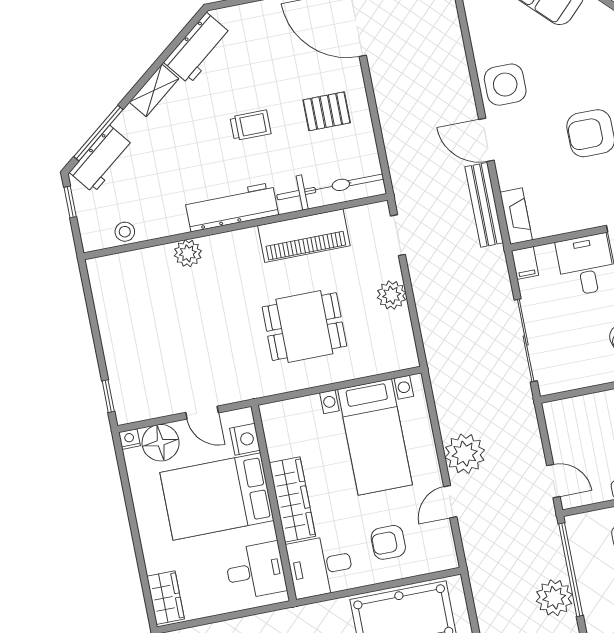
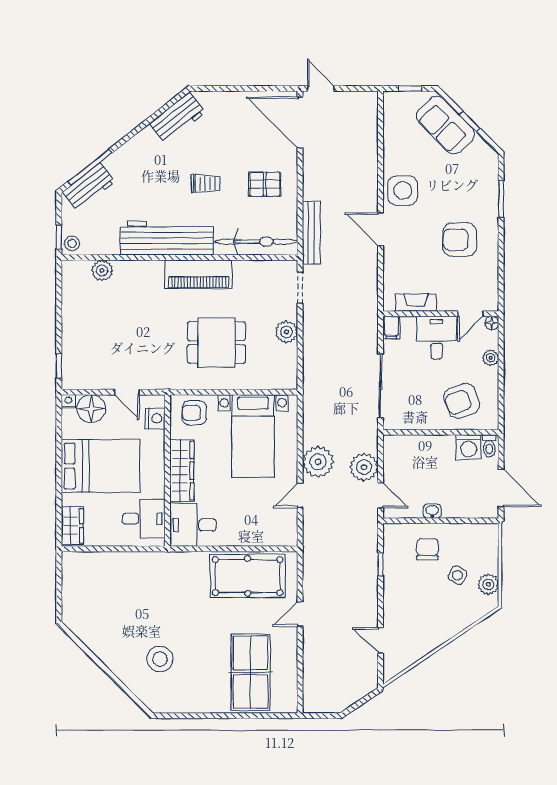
shelving: (154, 90) -> (138, 143), removed
window: (70, 202) -> (59, 237), moved
bench: (484, 205) -> (311, 233), moved
workbench: (232, 207) -> (167, 238), width x1.36, depth x1.32
fireplace: (516, 216) -> (416, 303), moved, turned -90
stool: (125, 232) -> (72, 243), moved
piano: (304, 236) -> (198, 274), moved
plant: (188, 253) -> (102, 270), moved
bed: (217, 496) -> (101, 466), moved, turned 180
armchair: (388, 542) -> (194, 413), moved
window: (571, 570) -> (380, 564), width x0.32
plant: (554, 598) -> (364, 467), moved

